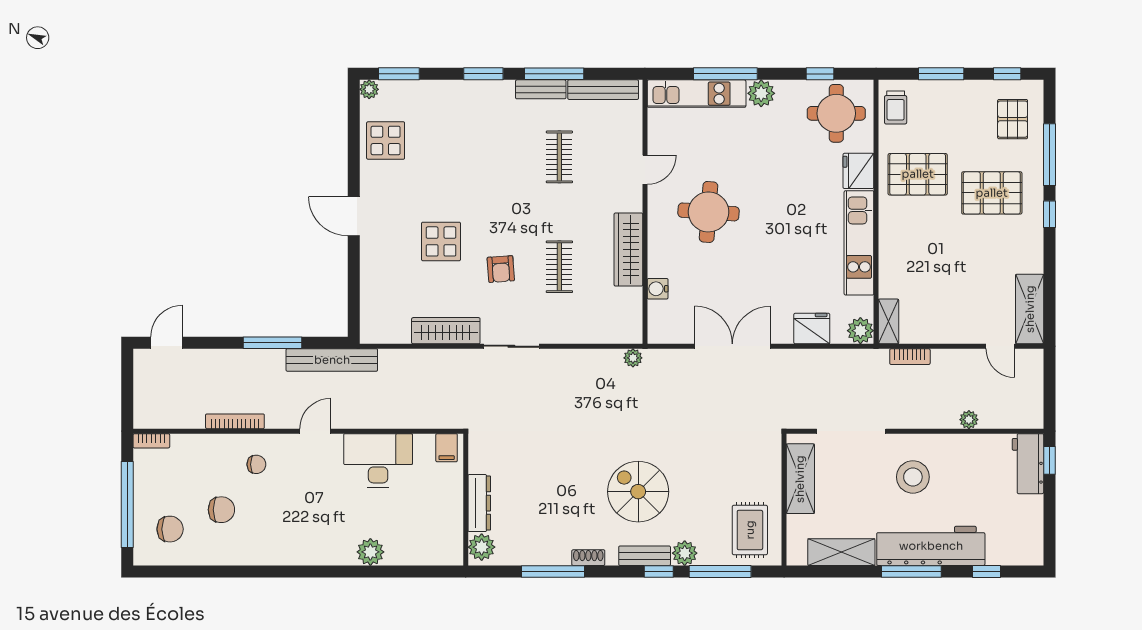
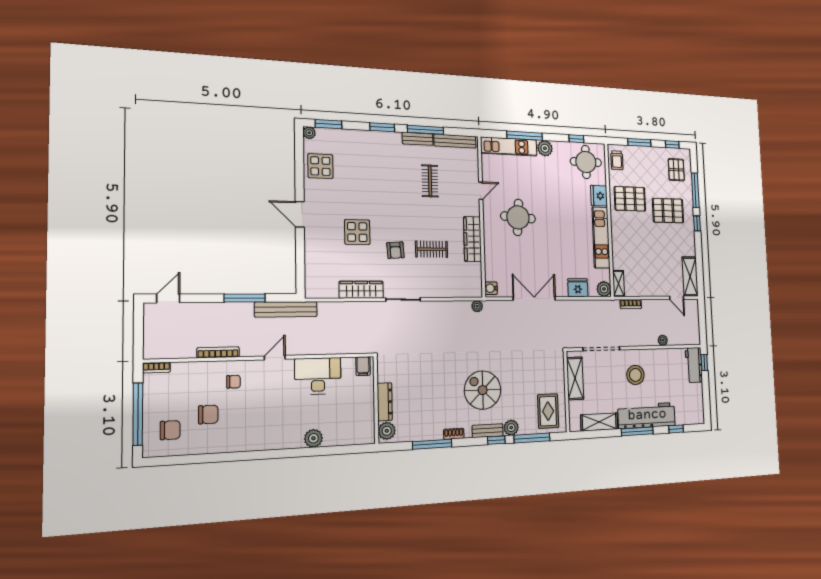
clothes rail: (559, 267) -> (432, 249), turned 90
water cooler: (658, 289) -> (491, 288), moved

